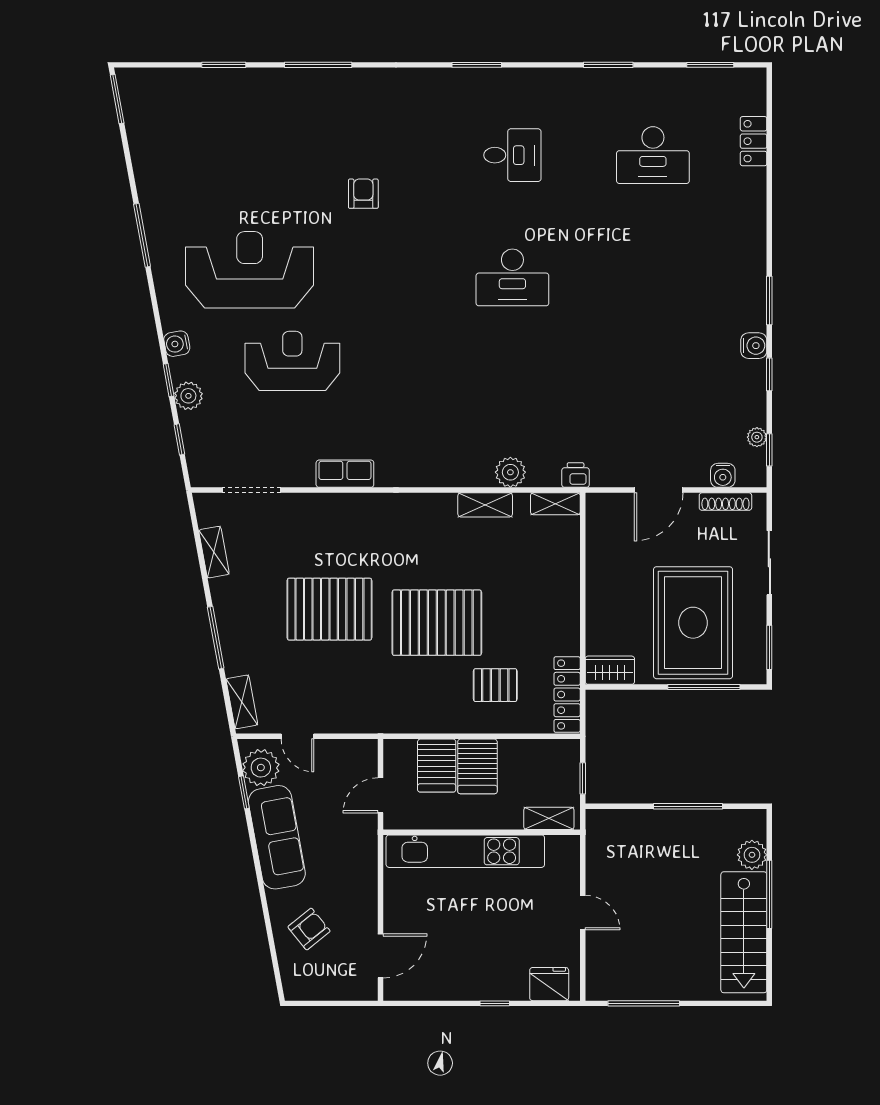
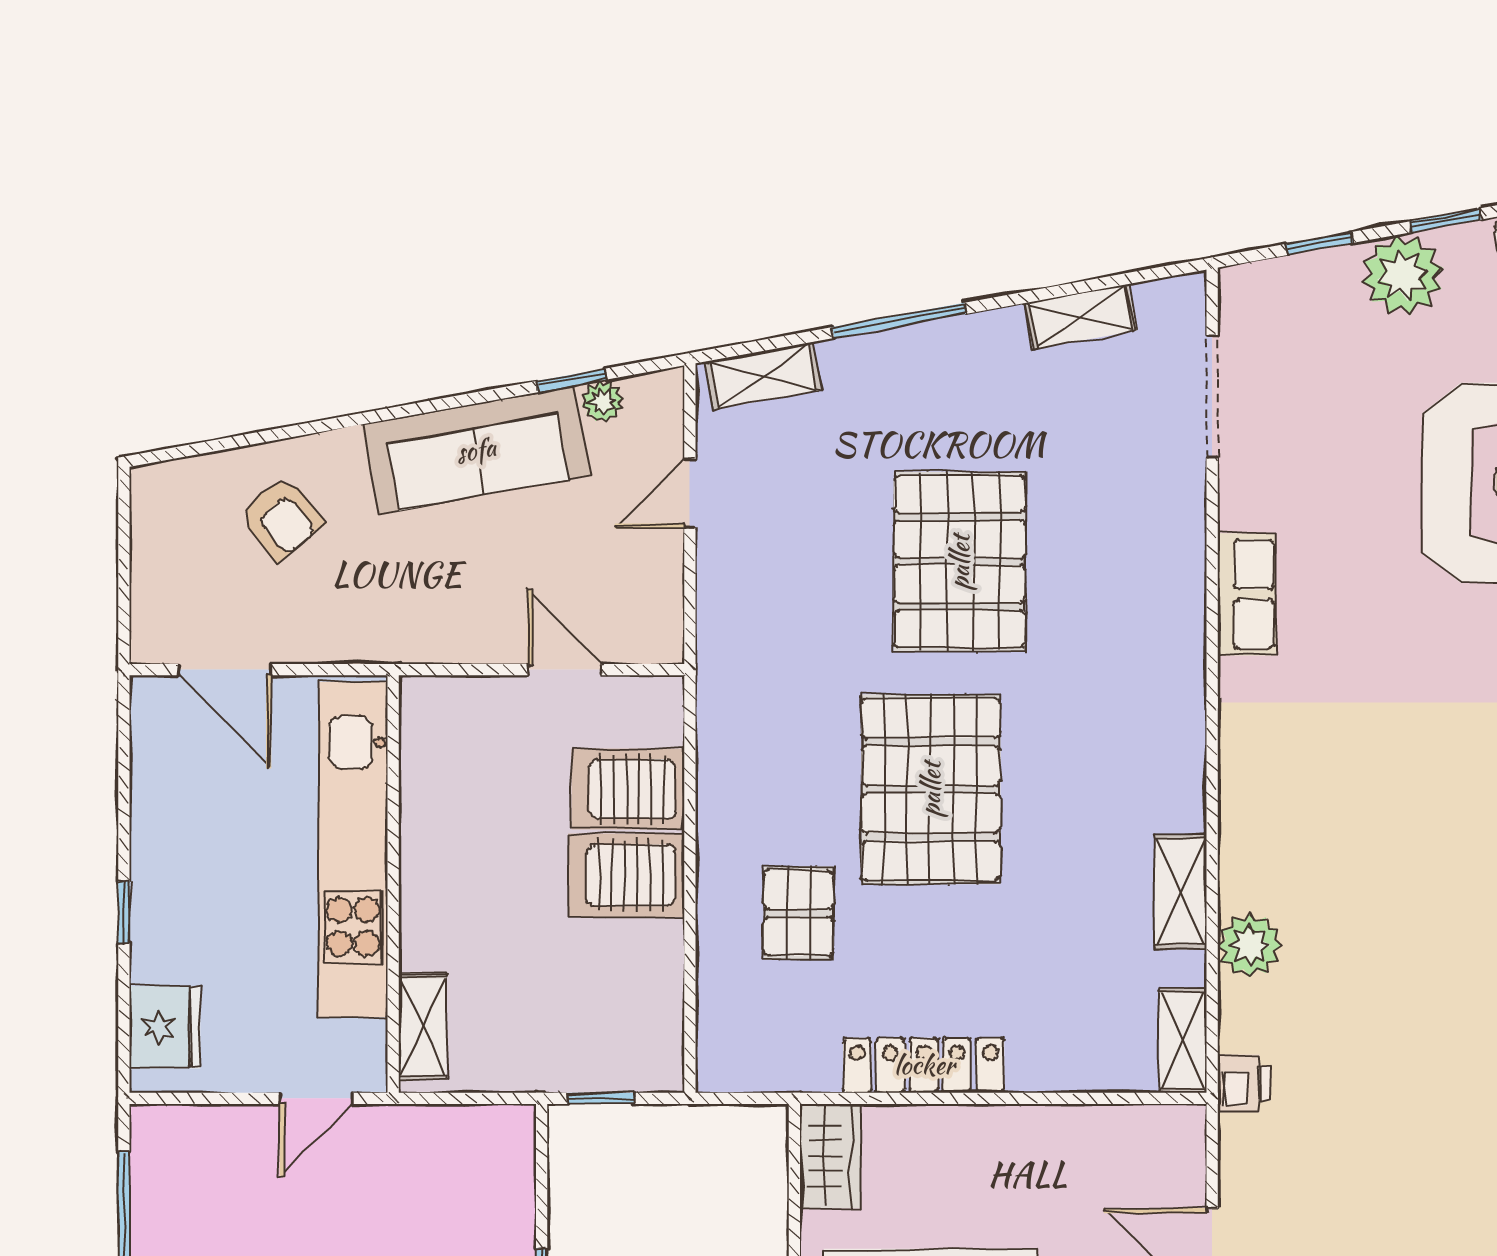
plant: (188, 396) -> (1403, 275), width x1.36, depth x1.36
locker: (567, 695) -> (924, 1065), moved
plant: (261, 768) -> (603, 402), width x0.53, depth x0.53
shelving: (549, 818) -> (423, 1027), moved
wall: (482, 832) -> (393, 884), moved
kitchen unit: (465, 851) -> (353, 850), moved

